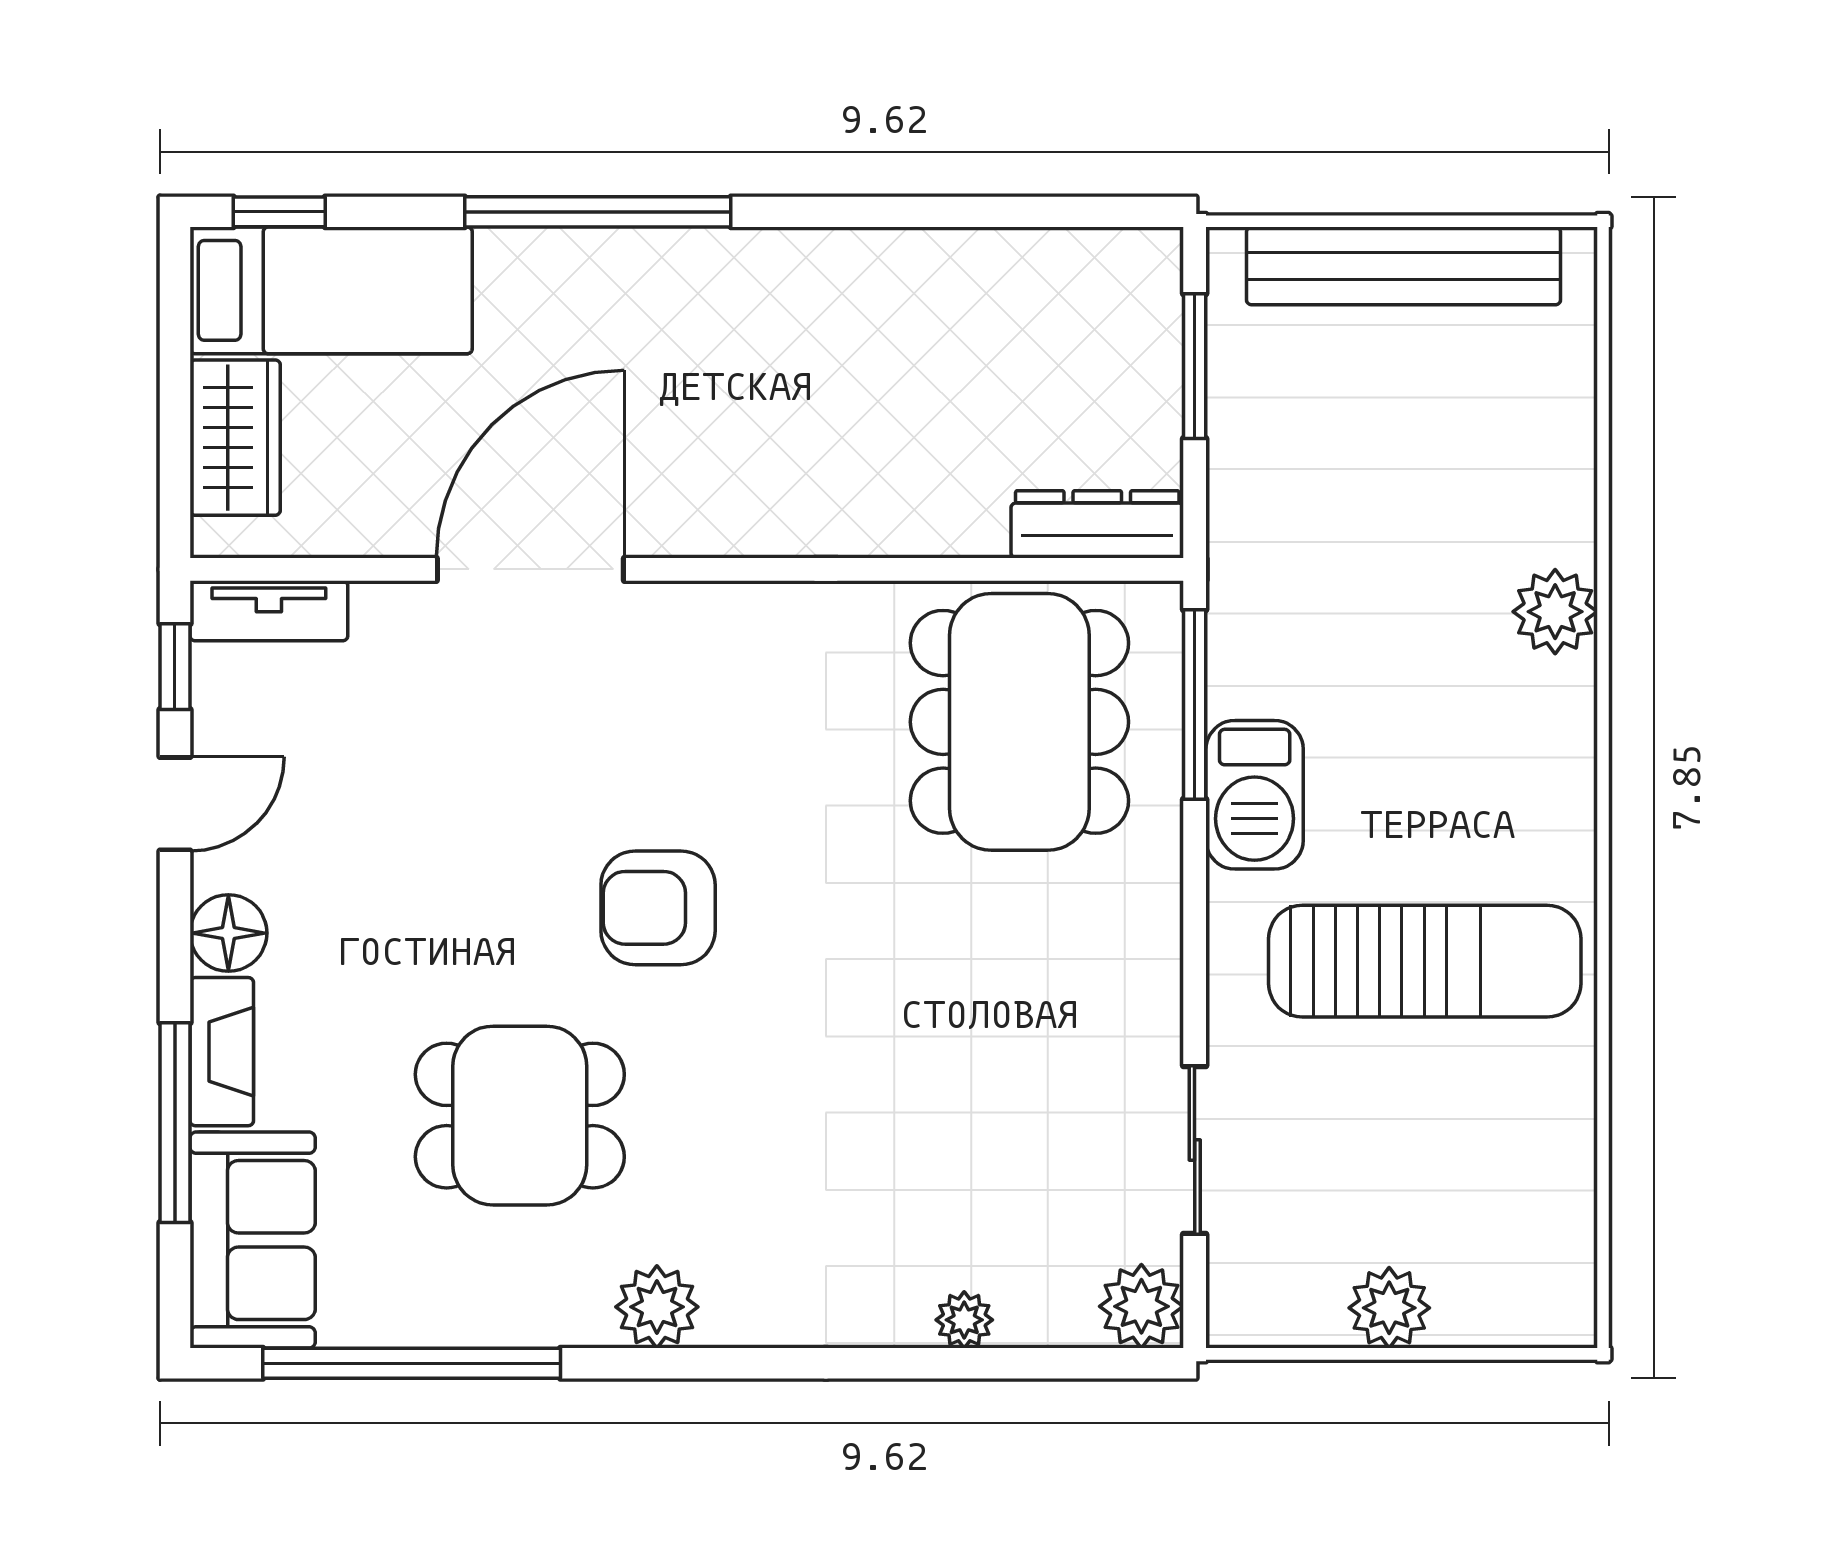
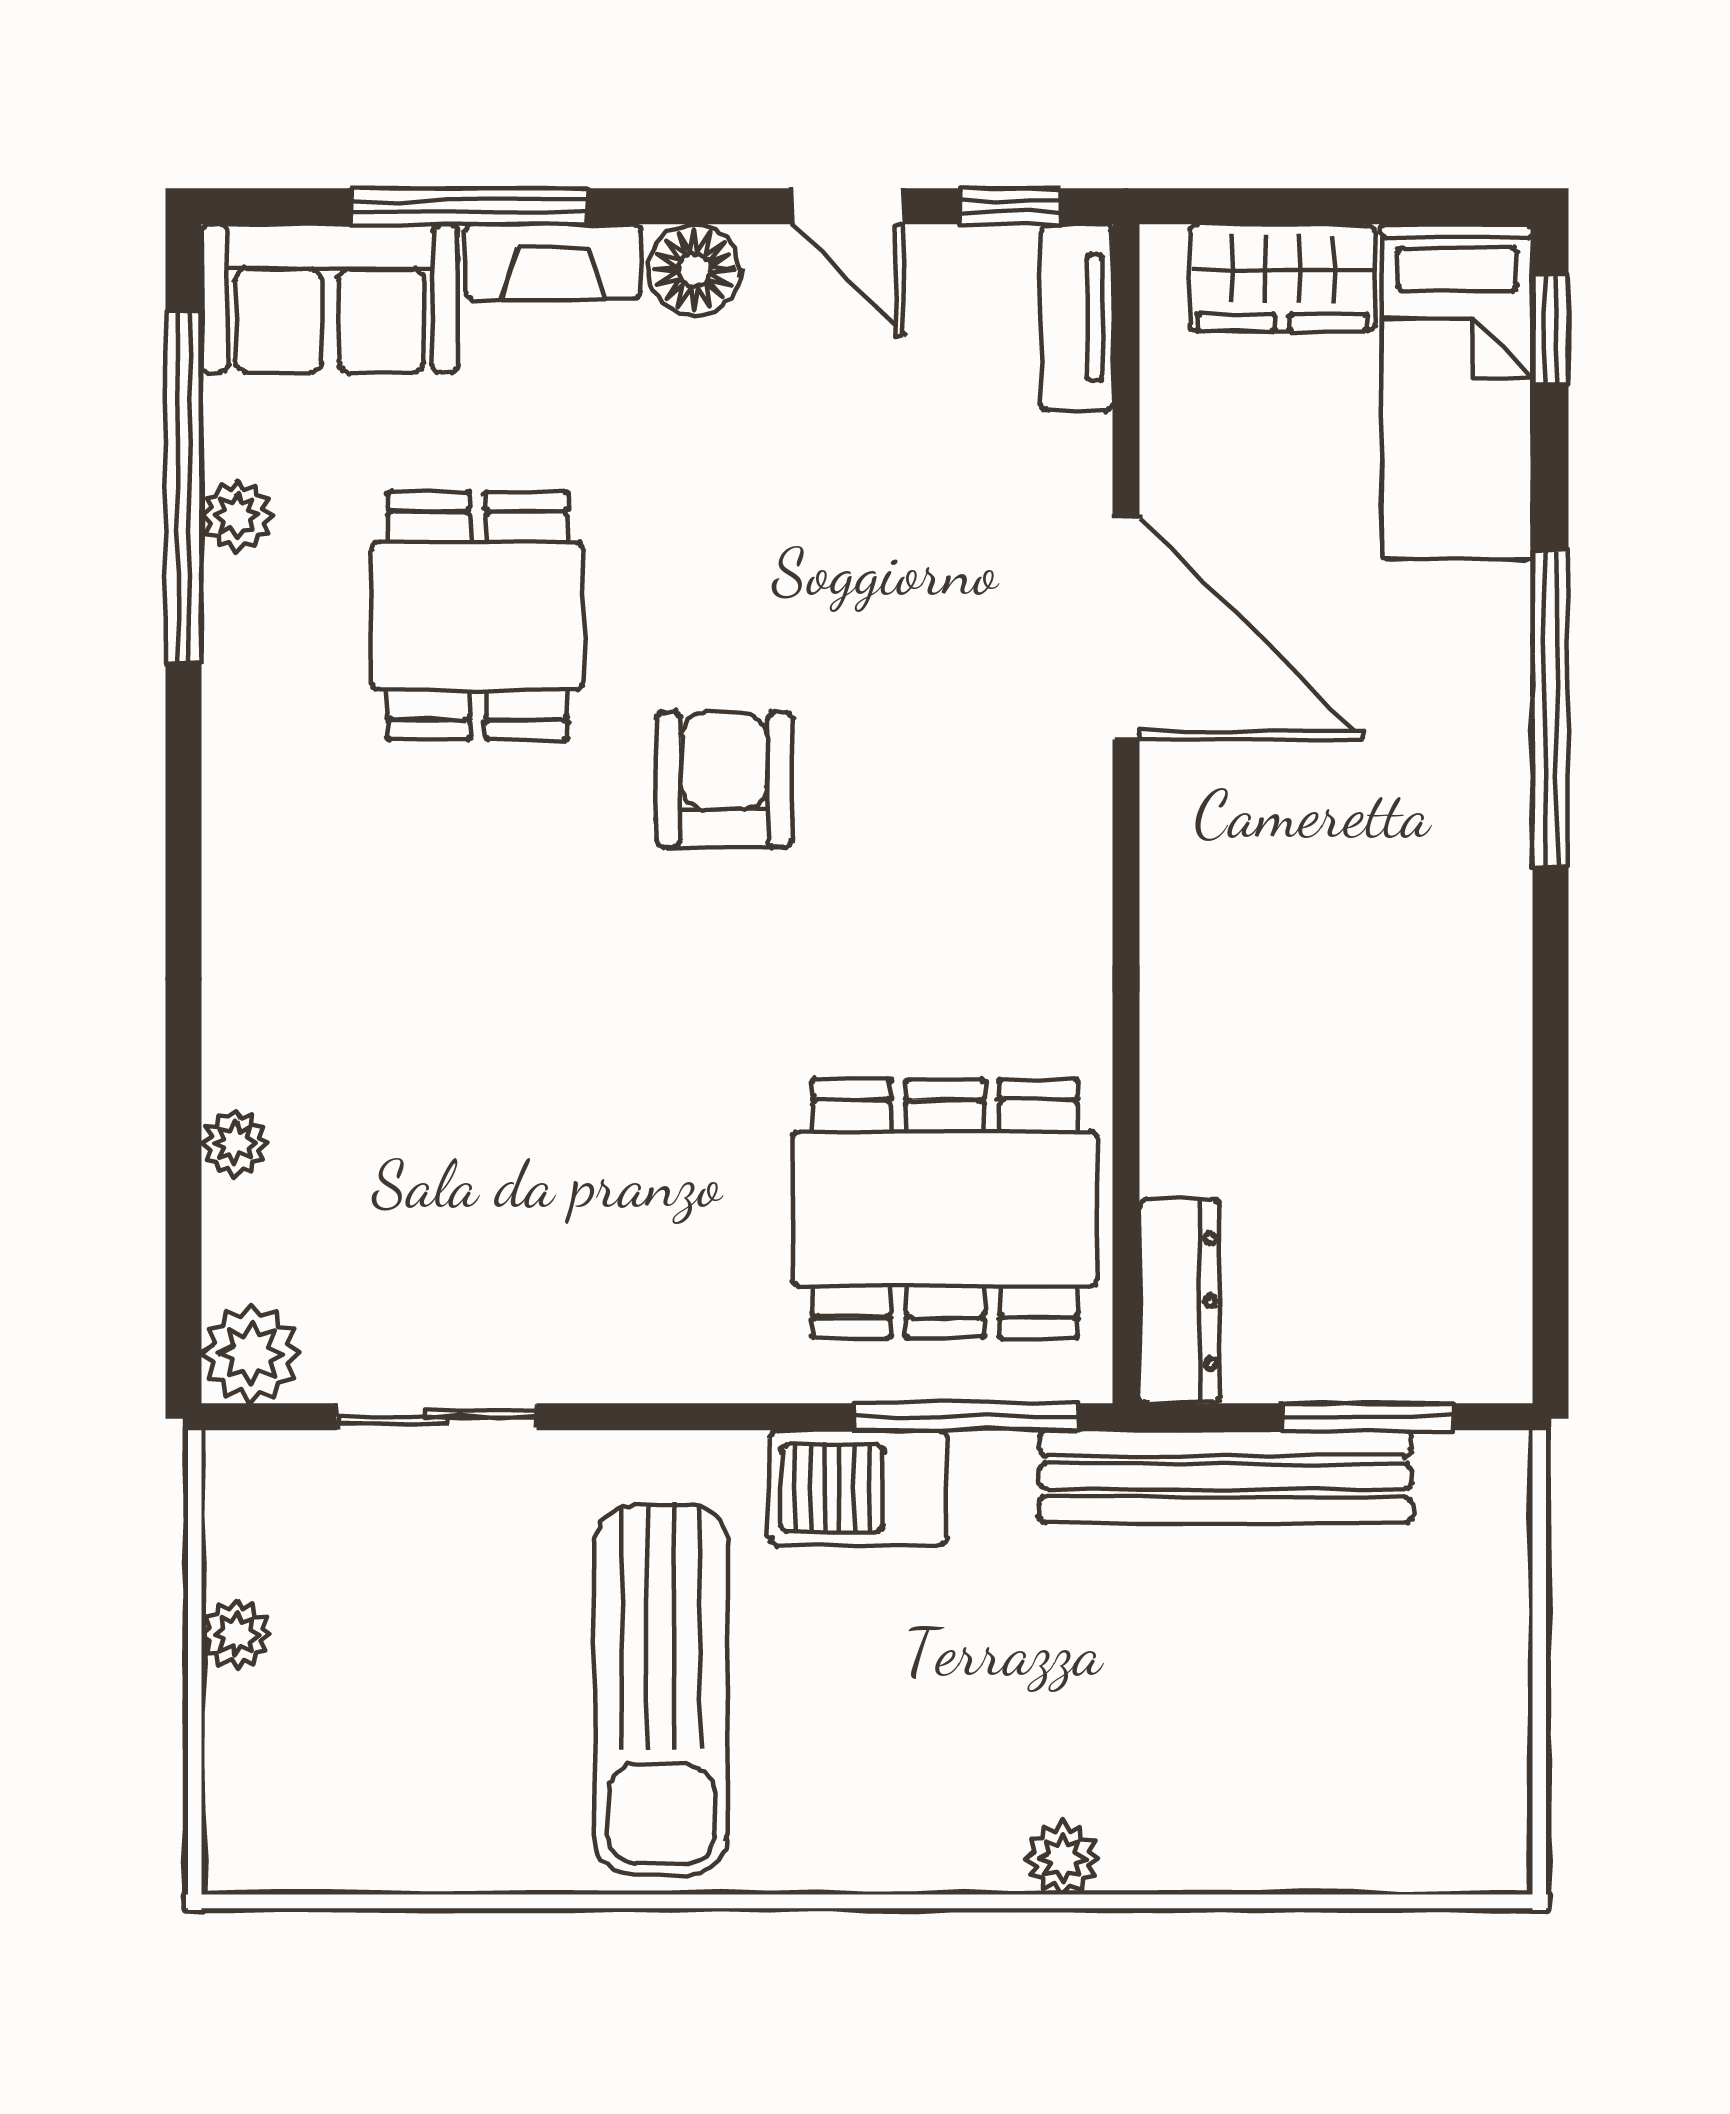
bench: (1404, 266) -> (1226, 1476), moved, turned 90
plant: (1555, 612) -> (1062, 1858), width x0.73, depth x0.73
plant: (657, 1307) -> (237, 516), moved, width x0.73, depth x0.73
plant: (1389, 1308) -> (236, 1635), width x0.73, depth x0.73

